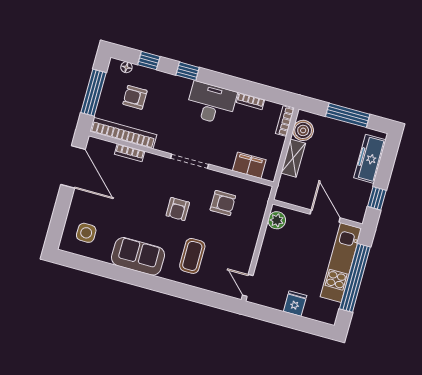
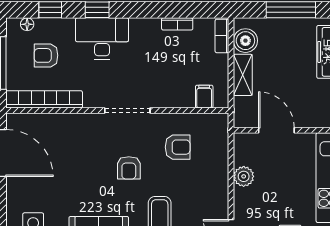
desk: (211, 103) -> (102, 38), moved
bookcase: (130, 153) -> (57, 119), removed
filing cabinet: (249, 165) -> (204, 97), width x0.50
door: (325, 216) -> (276, 130), moved
plant: (277, 220) -> (244, 176), moved

